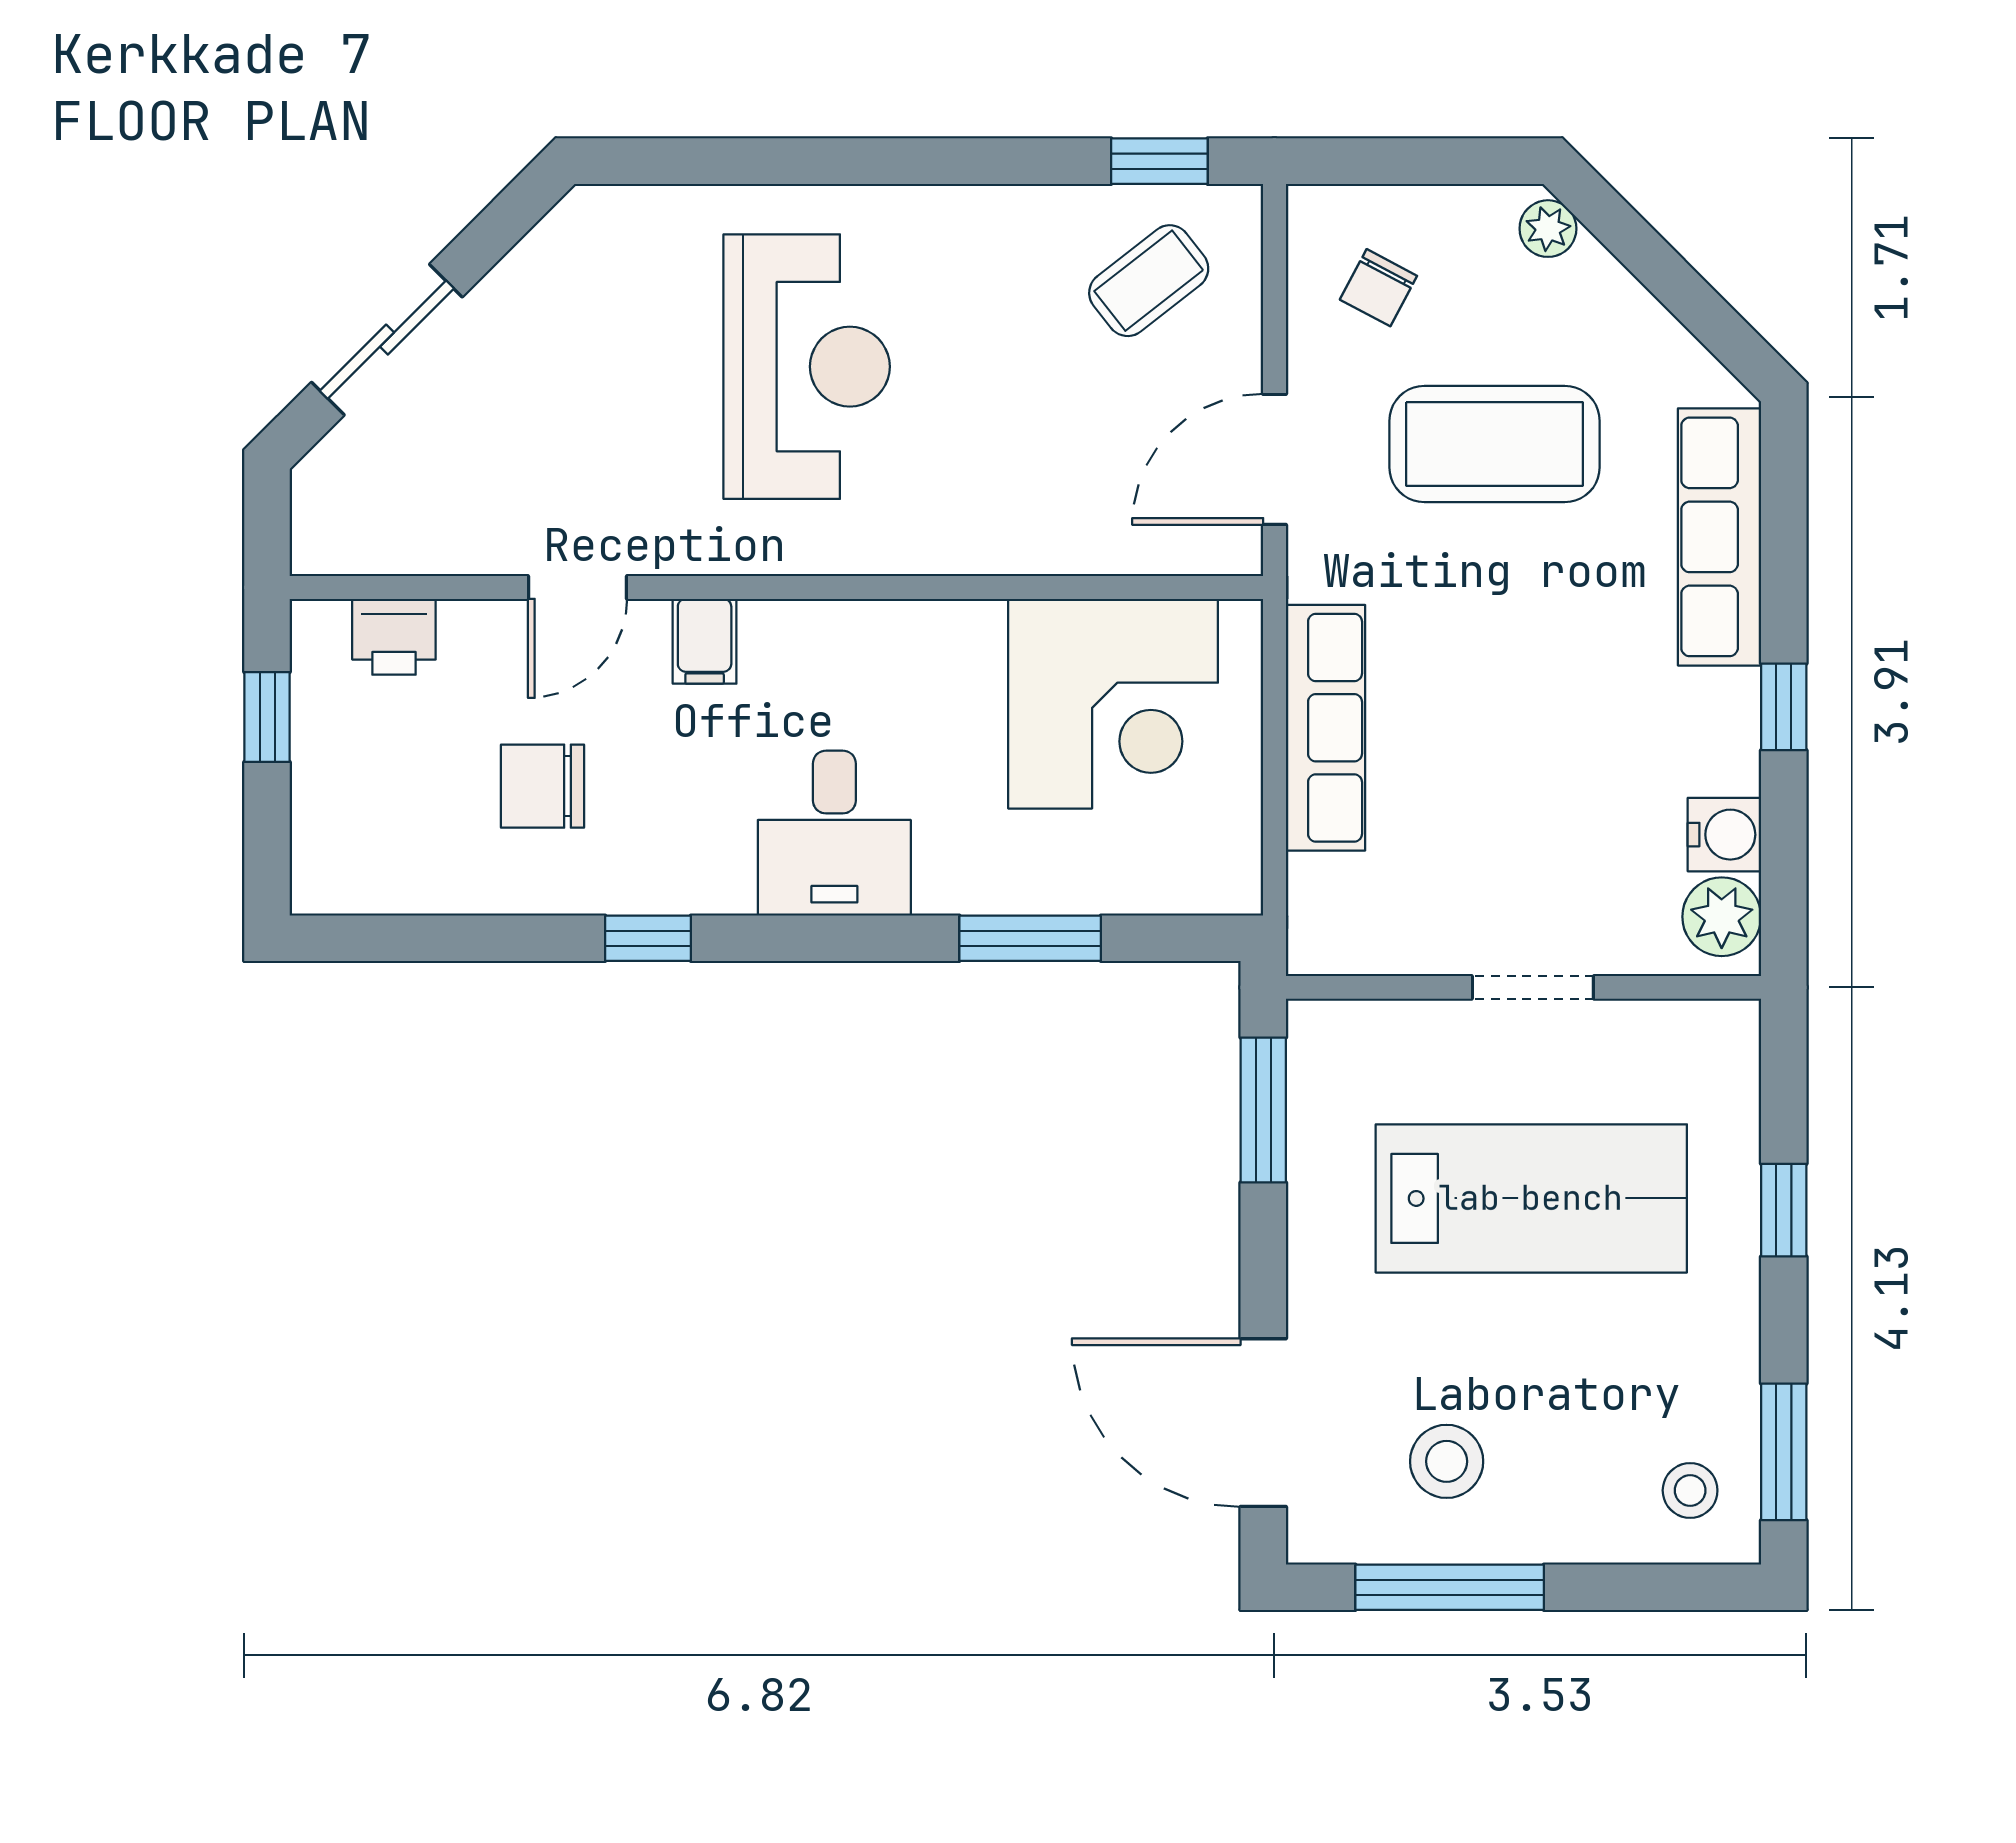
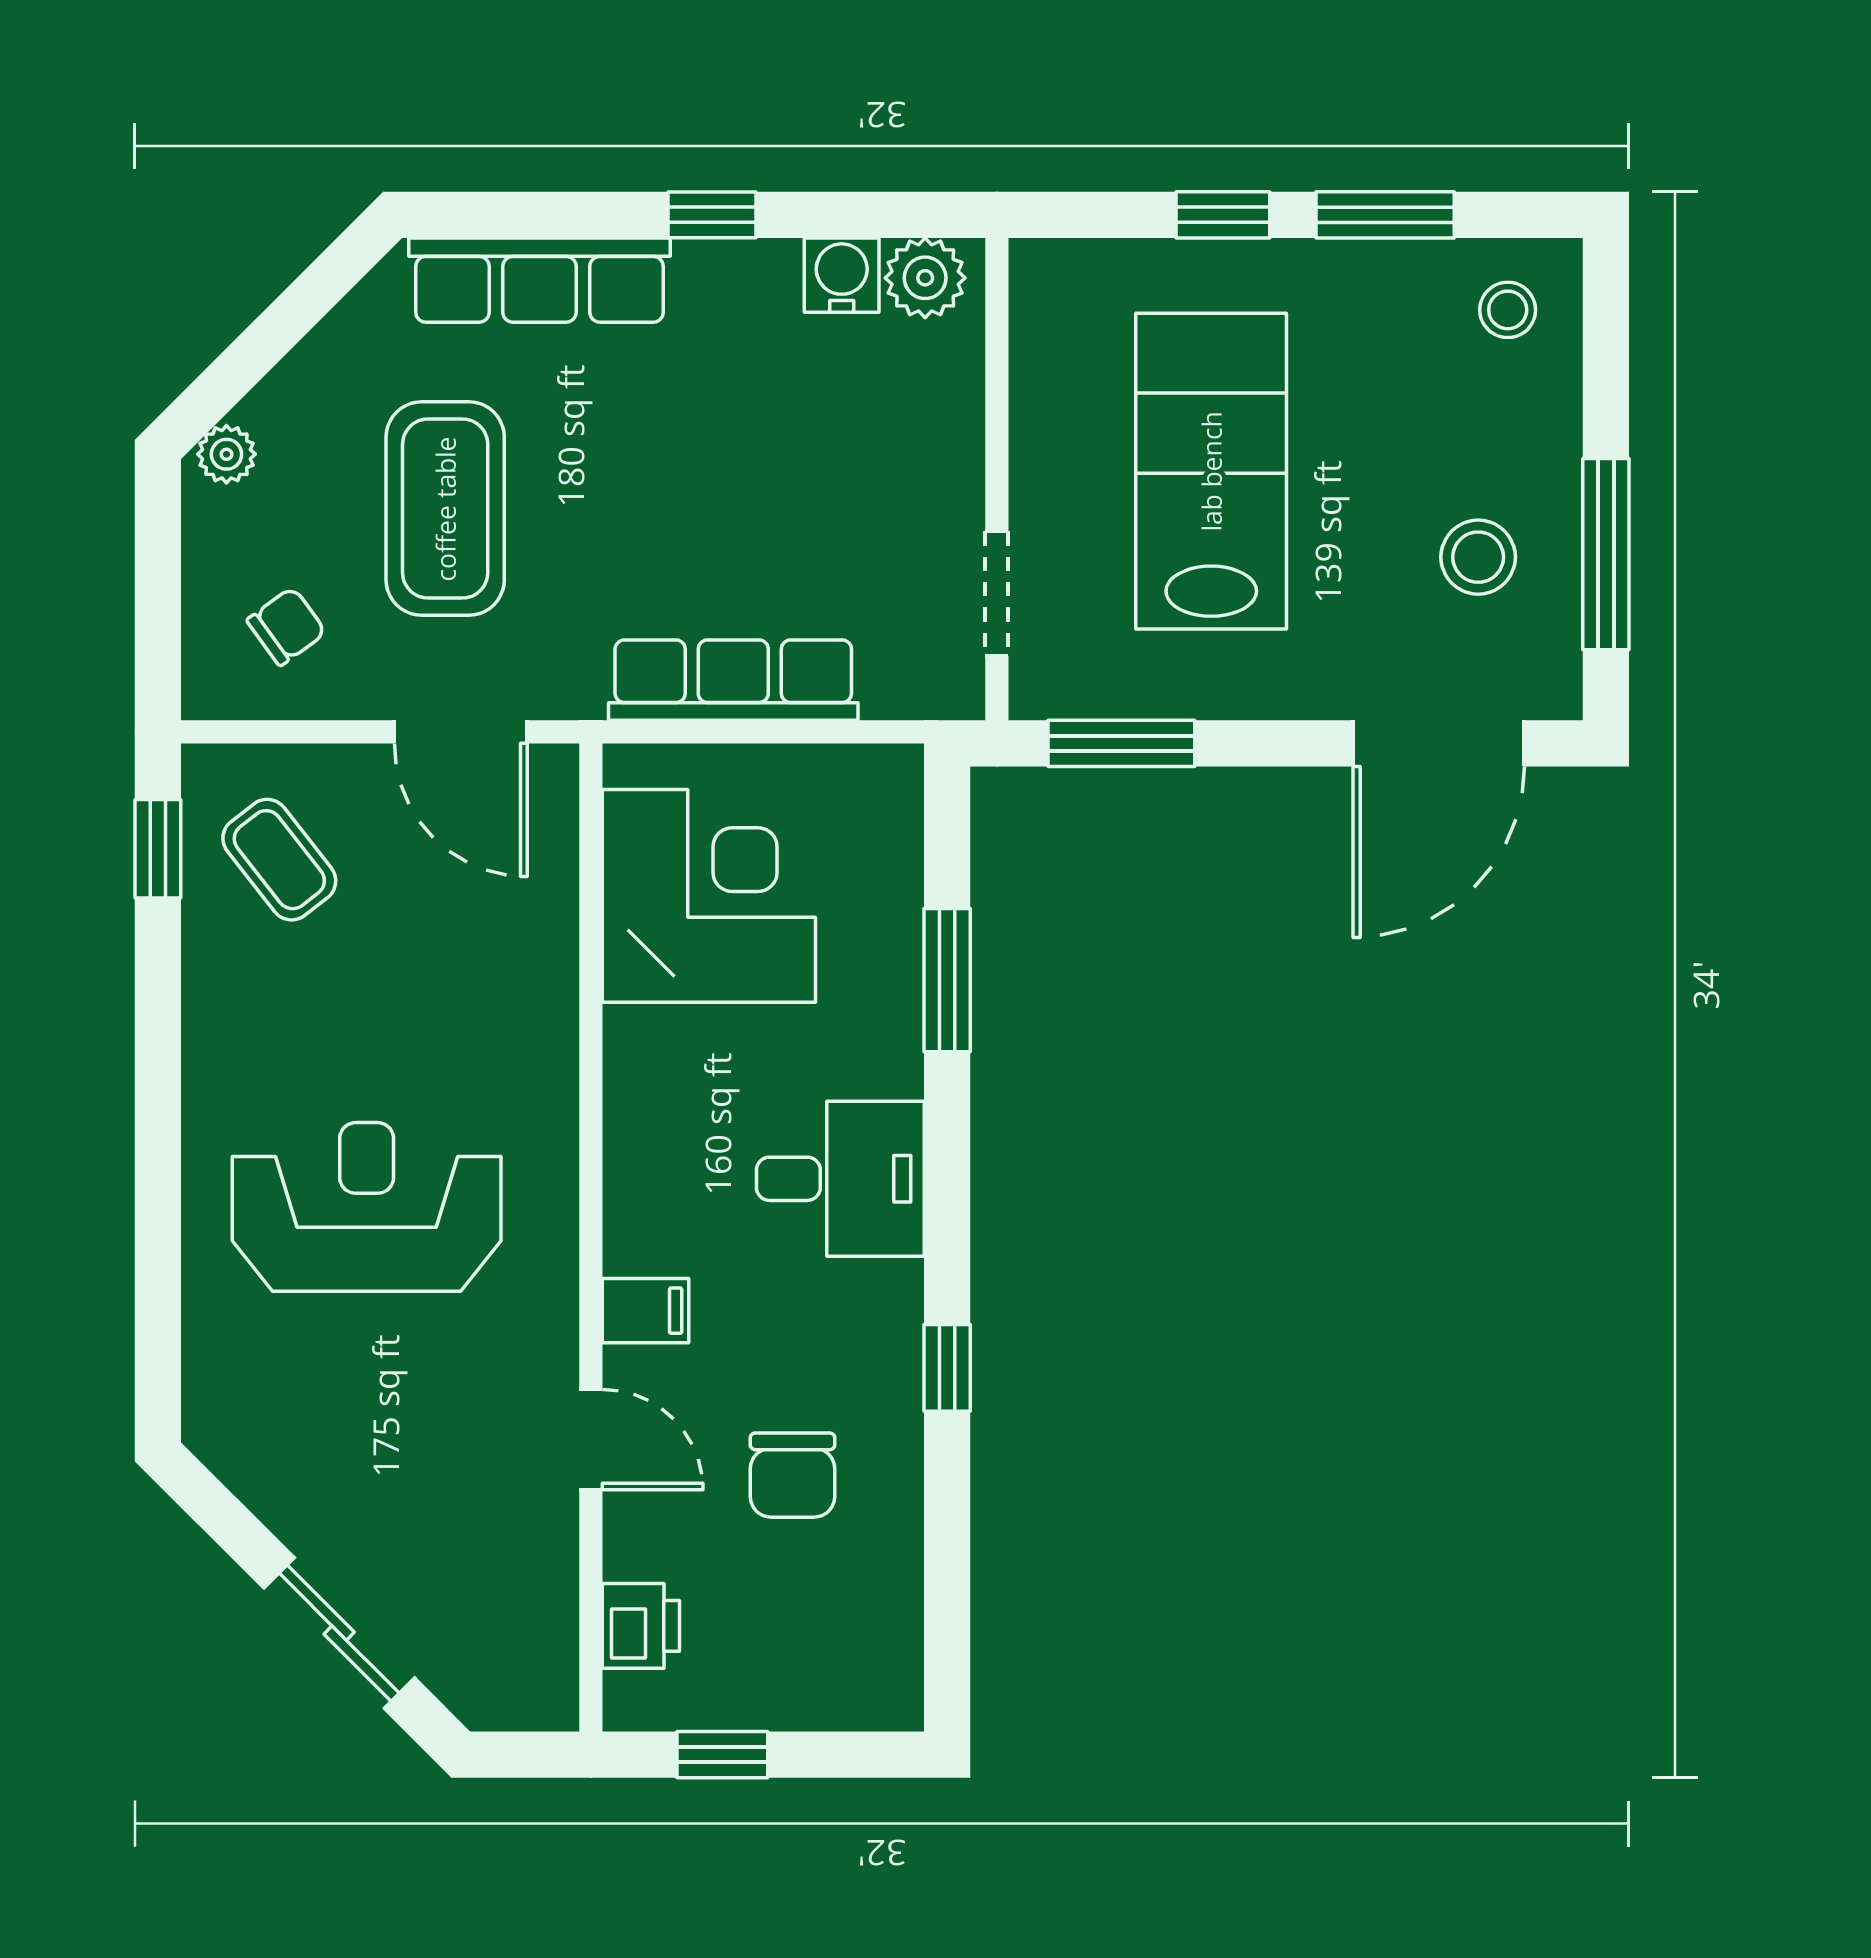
chair: (1378, 288) -> (286, 626), turned -64
doorway: (1533, 987) -> (997, 594), moved
window: (1784, 1452) -> (1385, 215), moved

